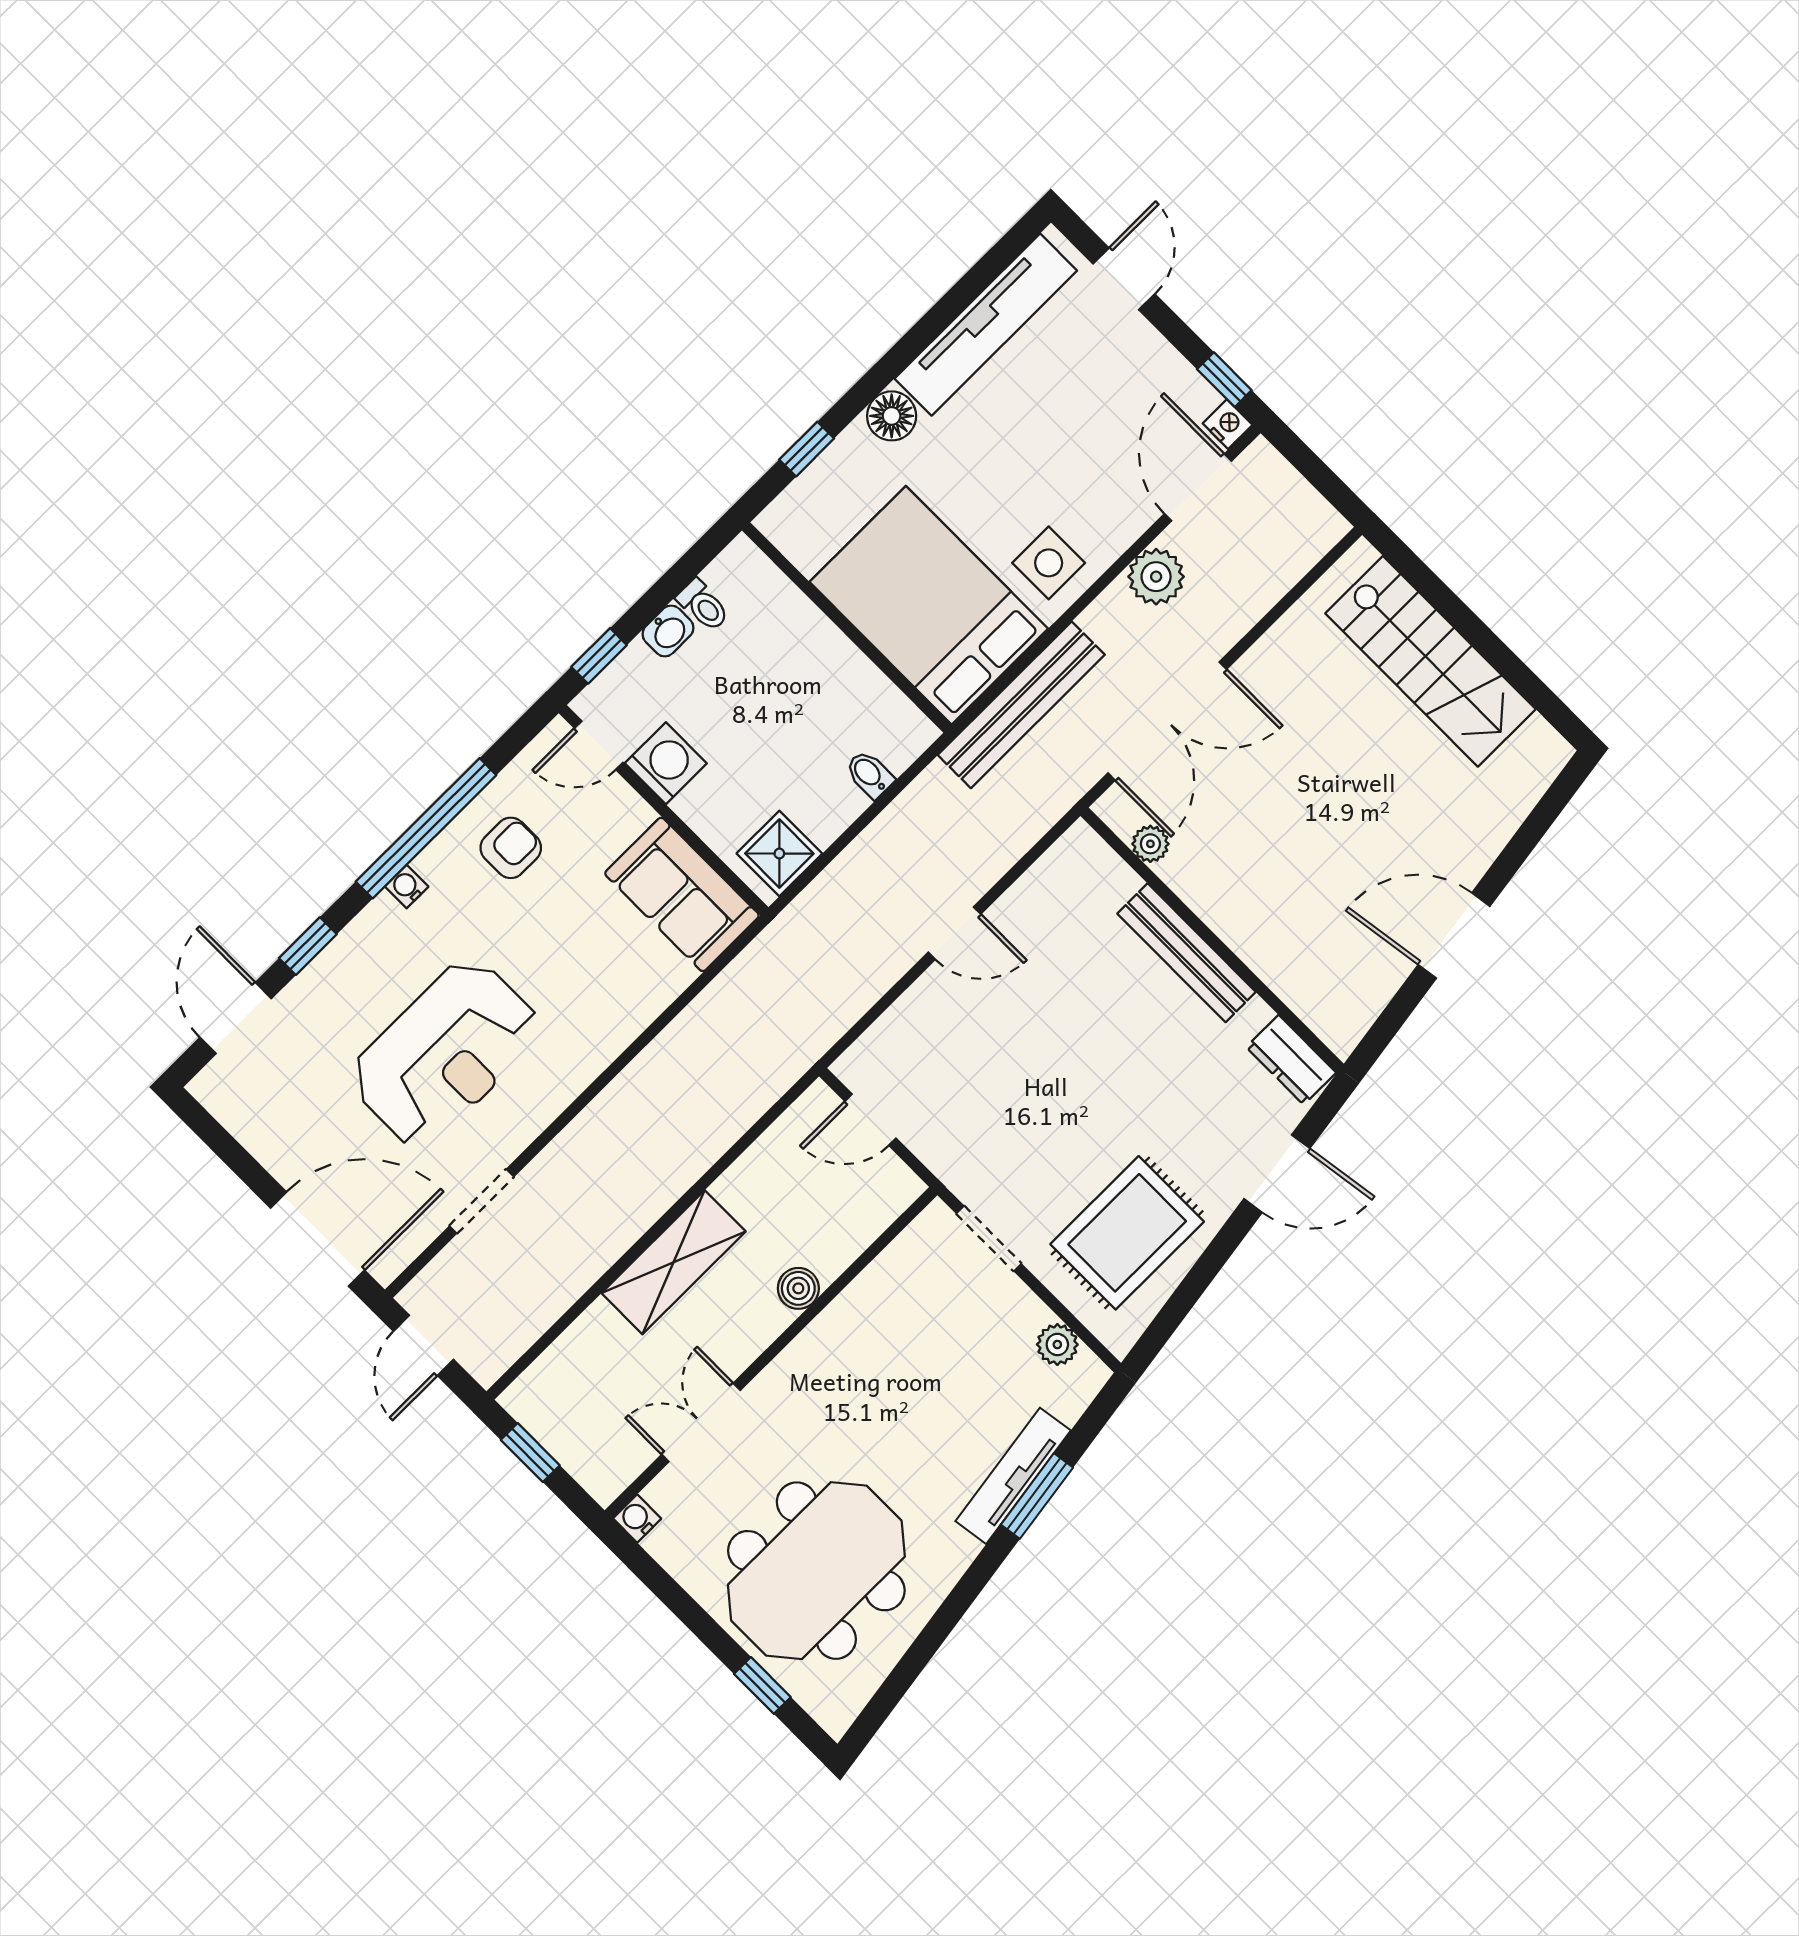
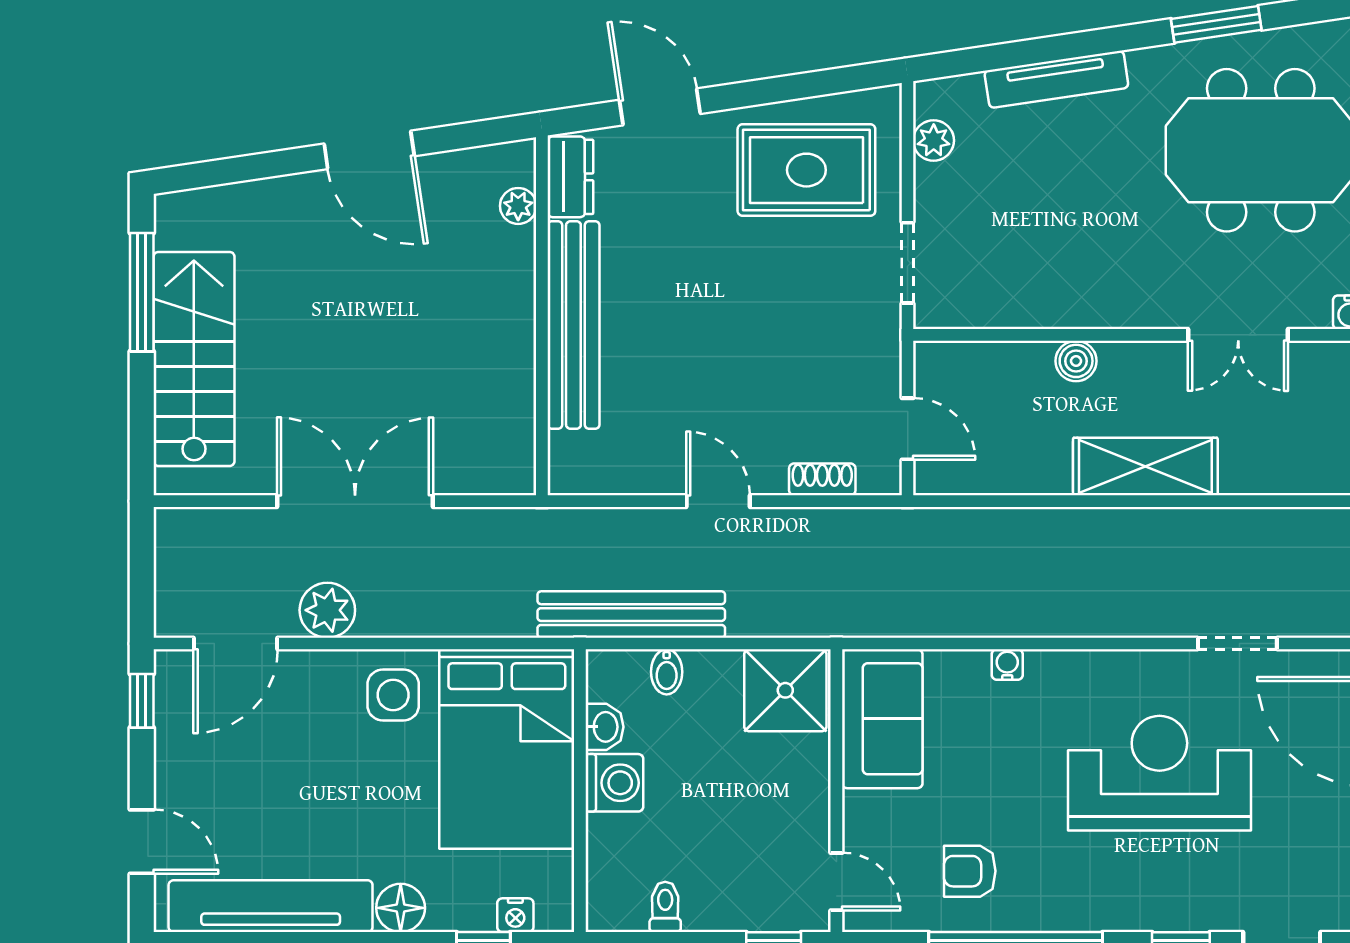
door: (1124, 279) -> (142, 842), swing flipped
nightstand: (1228, 424) -> (515, 915), moved, turned -90
washbasin: (668, 631) -> (604, 727), moved, turned 90
window: (1516, 672) -> (142, 292), added
bench: (1021, 705) -> (631, 615), moved
double door: (1167, 721) -> (355, 501), moved
washing machine: (666, 763) -> (614, 783), moved, turned 180
plant: (1150, 844) -> (518, 206), moved
shower: (779, 854) -> (785, 690), width x1.36, depth x1.36
water cooler: (407, 887) -> (1007, 665), moved, turned 180
bench: (1187, 953) -> (573, 325), width x1.37, depth x1.21
shoe rack: (895, 1023) -> (822, 479), added
window: (1037, 1496) -> (1216, 24), moved

